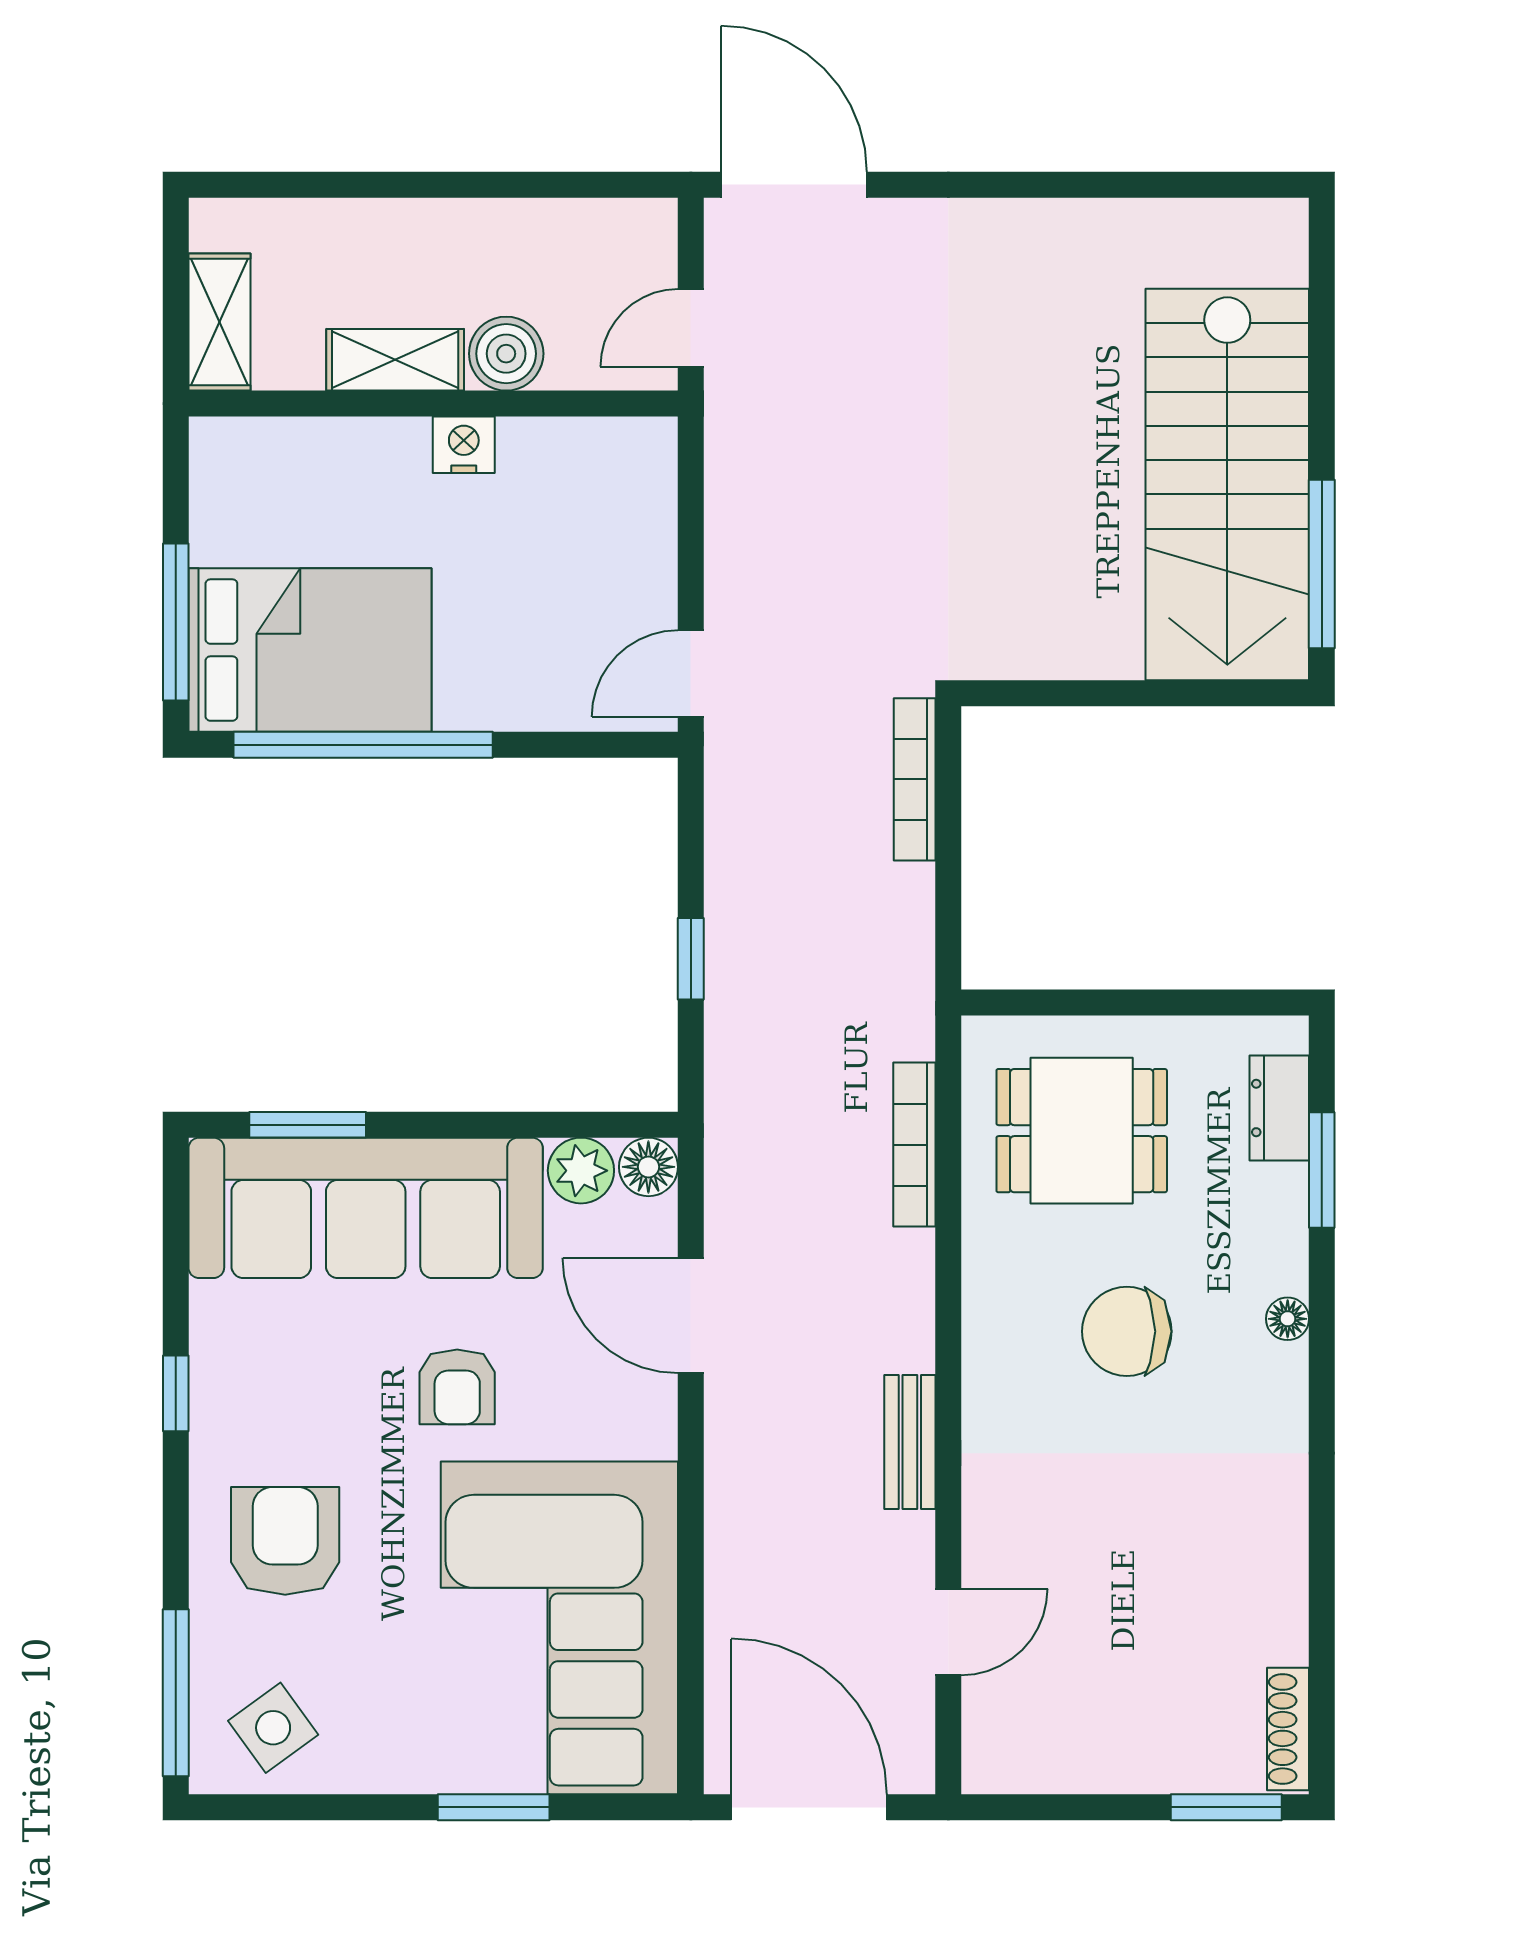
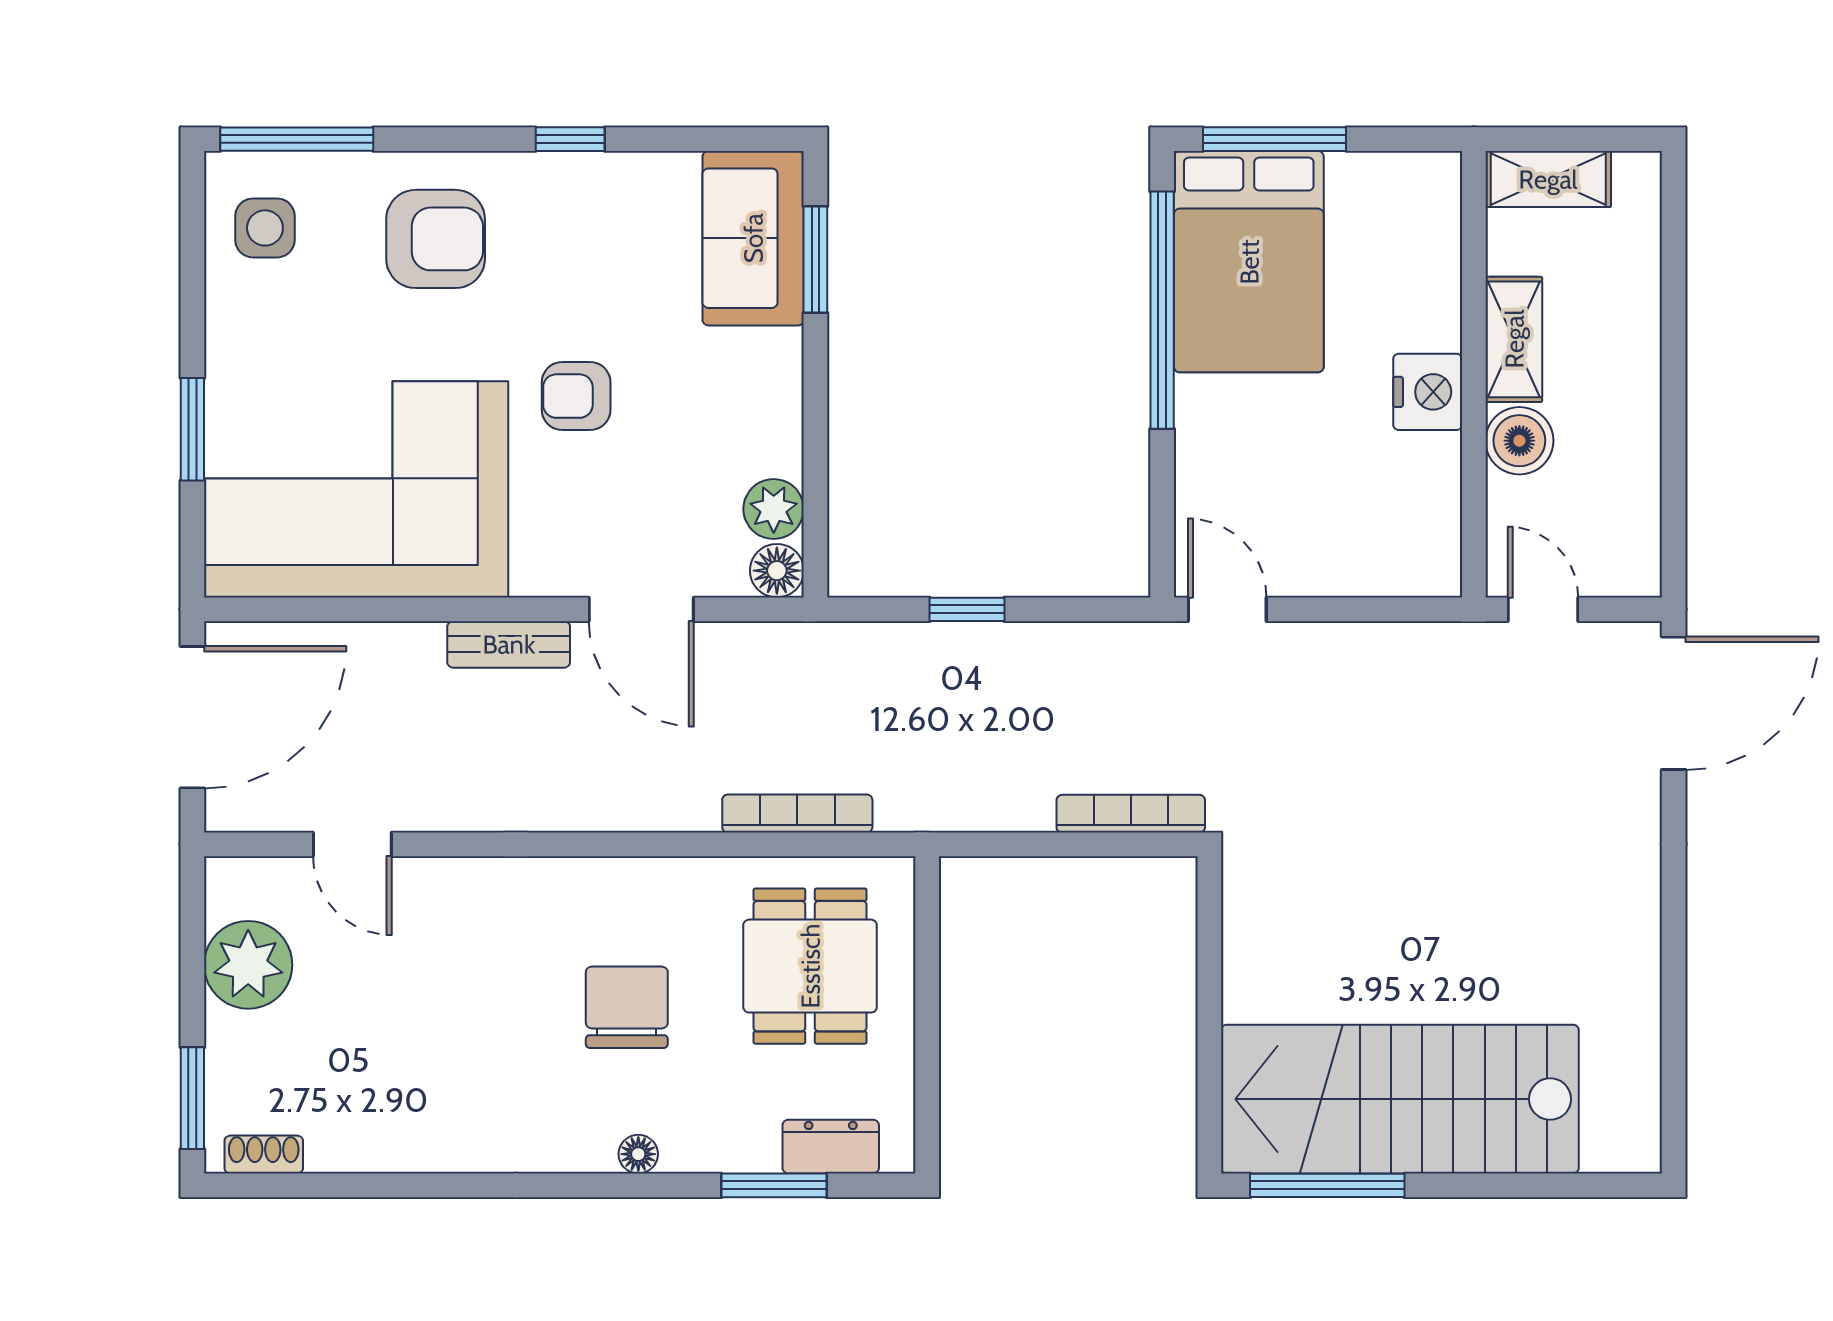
nightstand: (464, 445) -> (1428, 392), width x1.36, depth x1.33
sofa: (366, 1208) -> (753, 238), width x0.54, depth x0.79
door: (691, 1316) -> (641, 609), swing flipped
bench: (910, 1442) -> (509, 644), moved
side table: (273, 1728) -> (265, 228), turned 36
shoe rack: (1288, 1729) -> (264, 1155), width x0.70
plant: (1080, 1746) -> (248, 965), added

